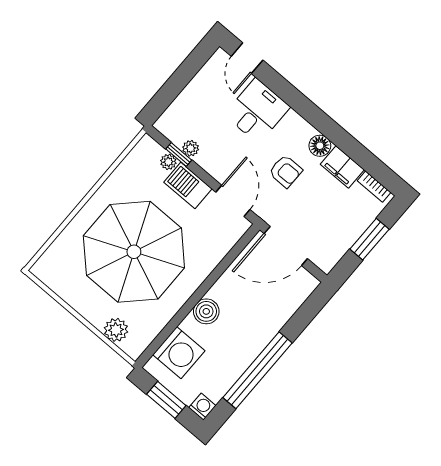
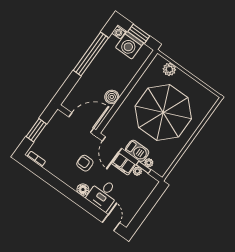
floor lamp: (320, 146) -> (83, 190), moved
filing cabinet: (342, 167) -> (124, 164), moved, turned 180
boiler: (206, 311) -> (112, 97), moved
washing machine: (179, 353) -> (129, 45), moved, turned -90

